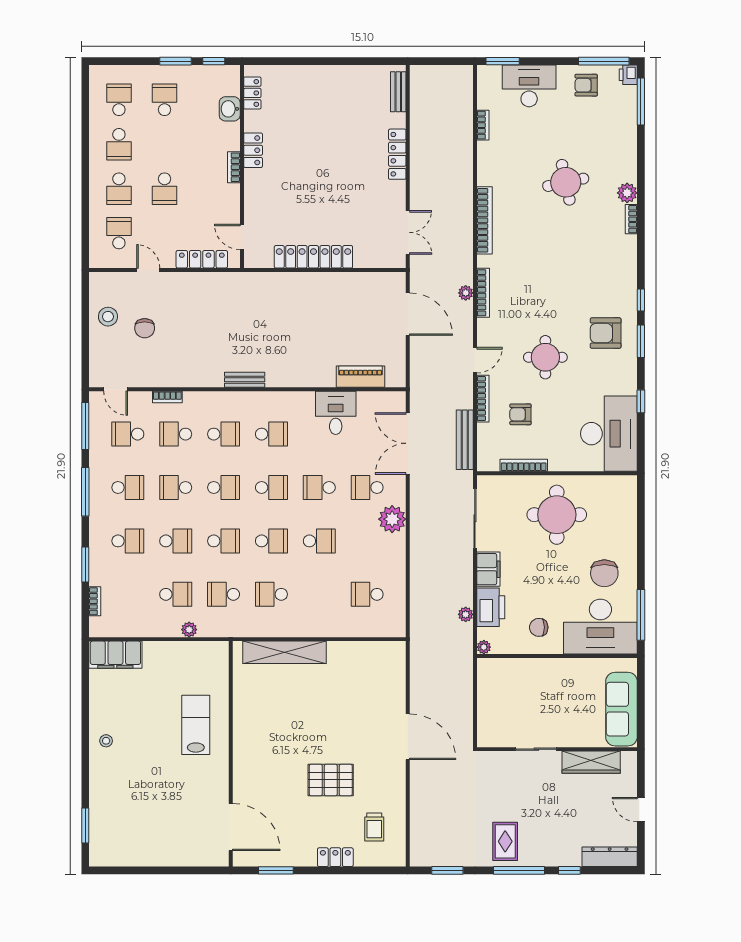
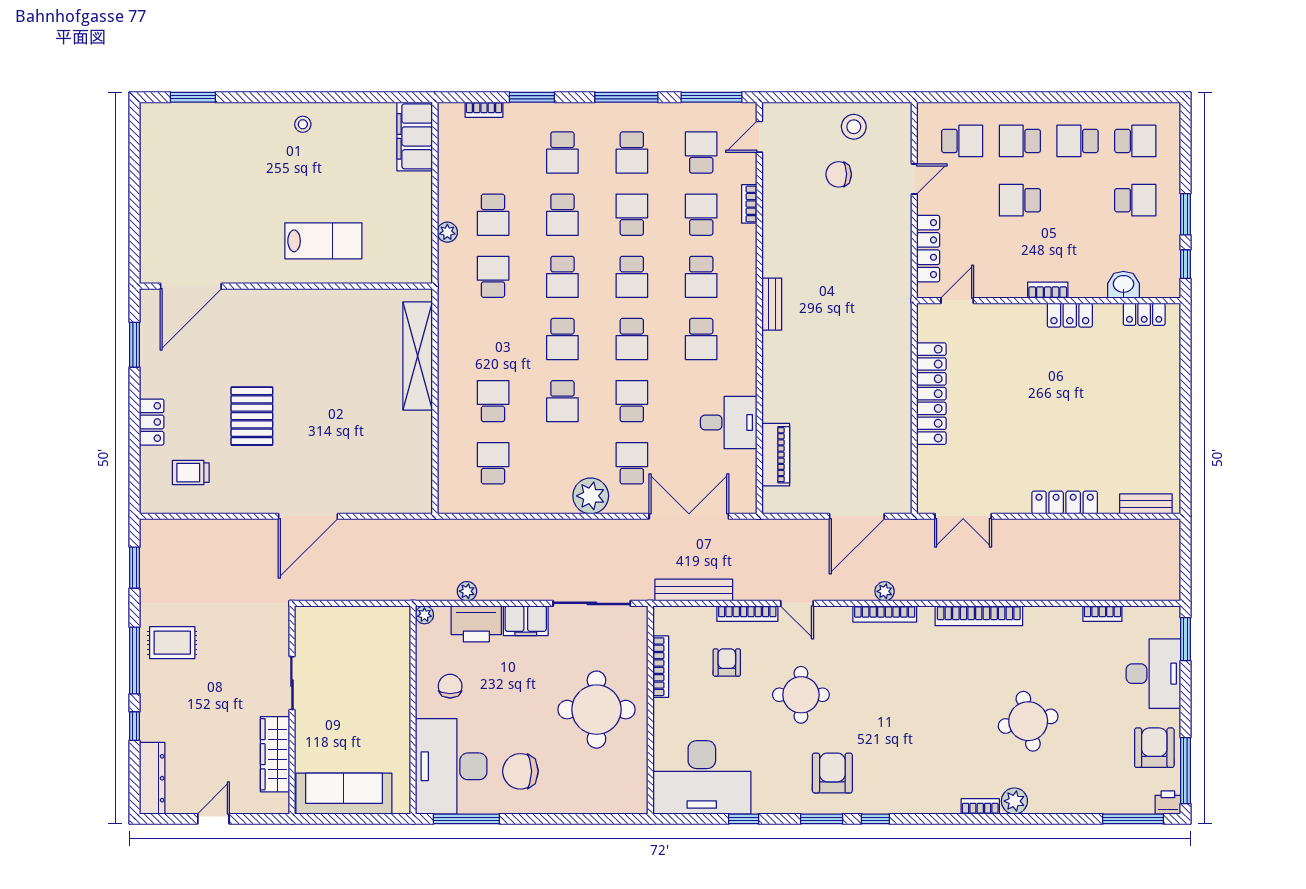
armchair: (586, 85) -> (1154, 748), width x1.38, depth x1.38
school desk: (271, 594) -> (493, 401), moved

